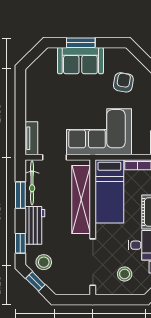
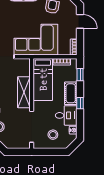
shelving: (81, 199) -> (24, 92), width x0.68

